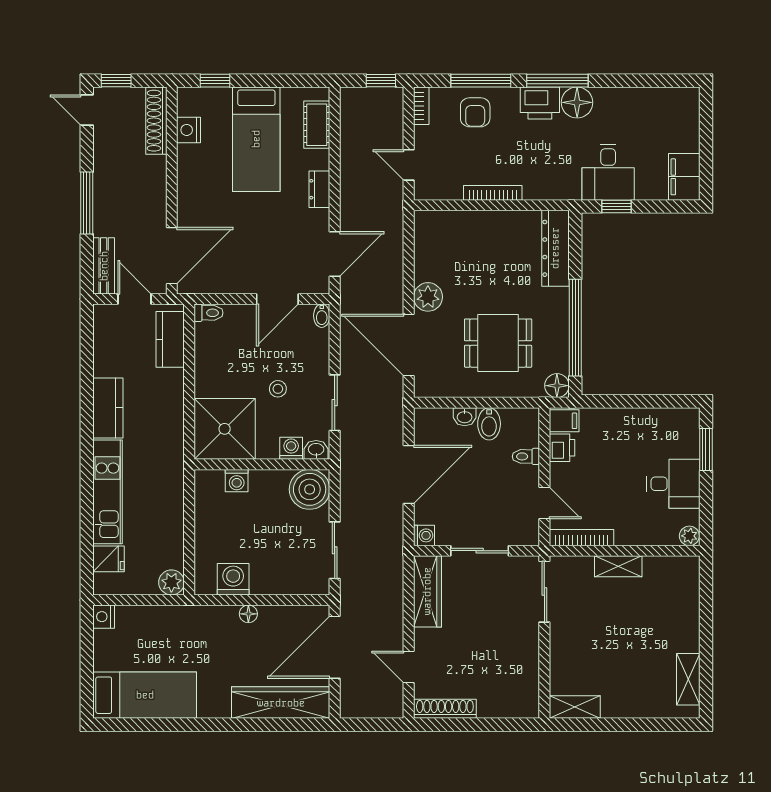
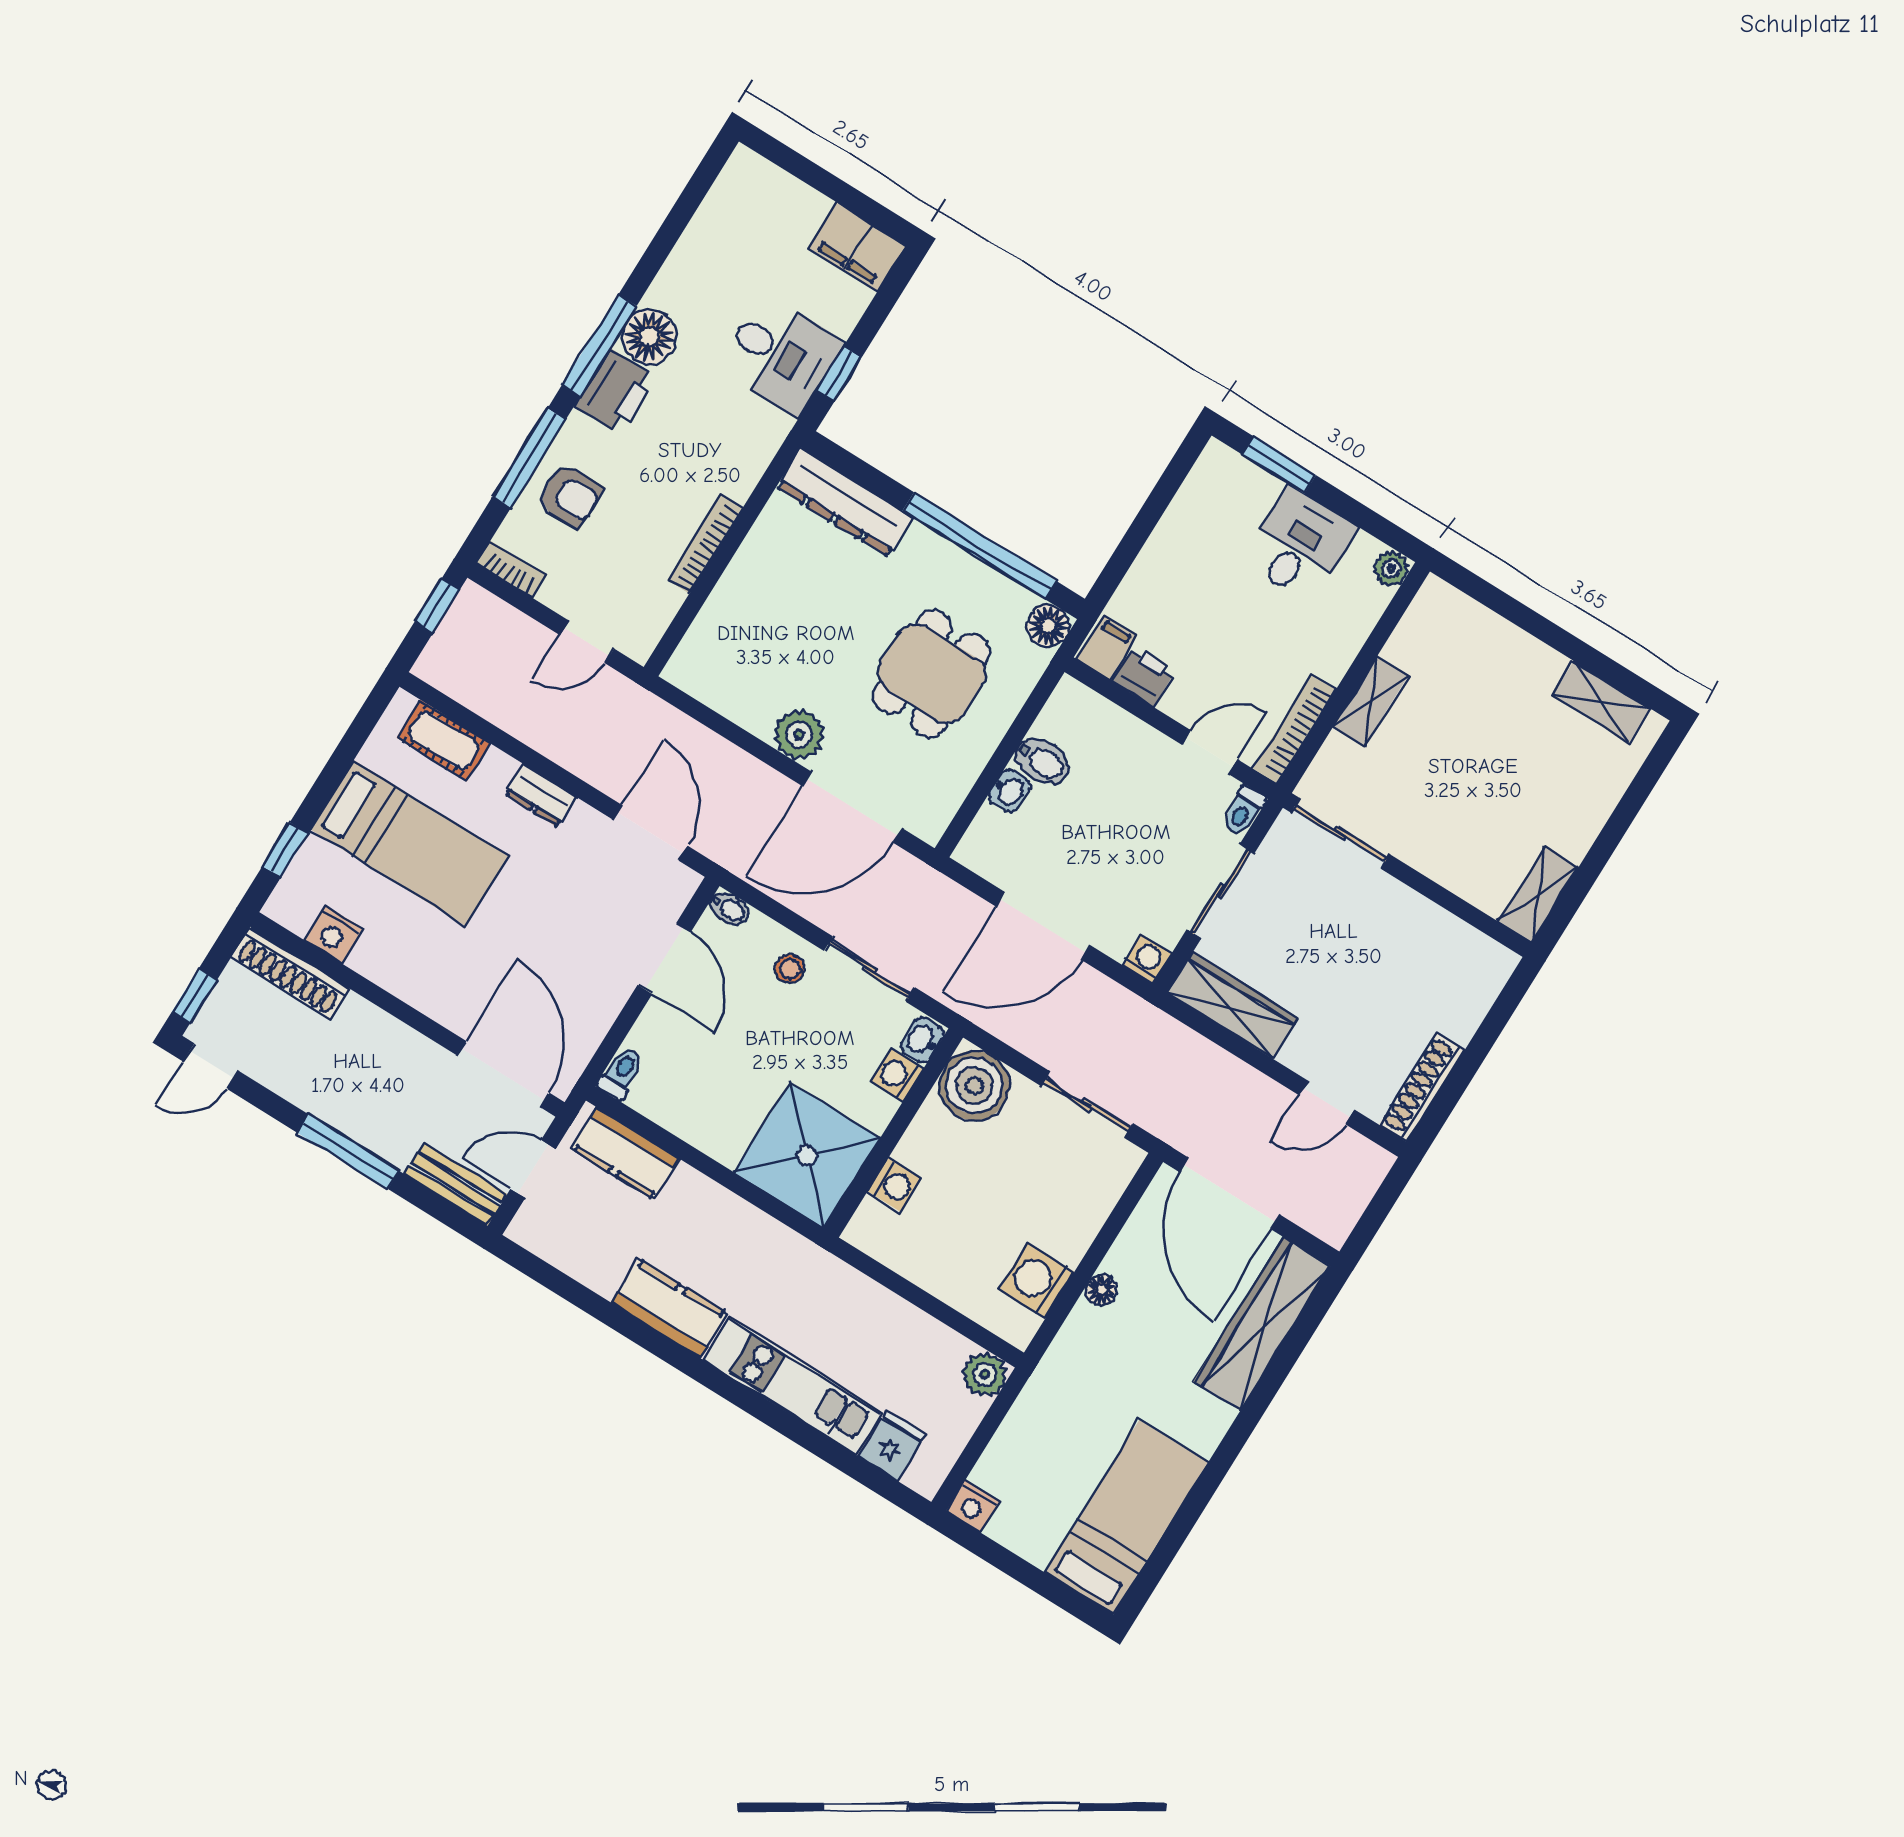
stool: (278, 389) -> (790, 969), moved
toilet: (526, 456) -> (1244, 811), moved
door: (409, 474) -> (1043, 926), swing flipped

